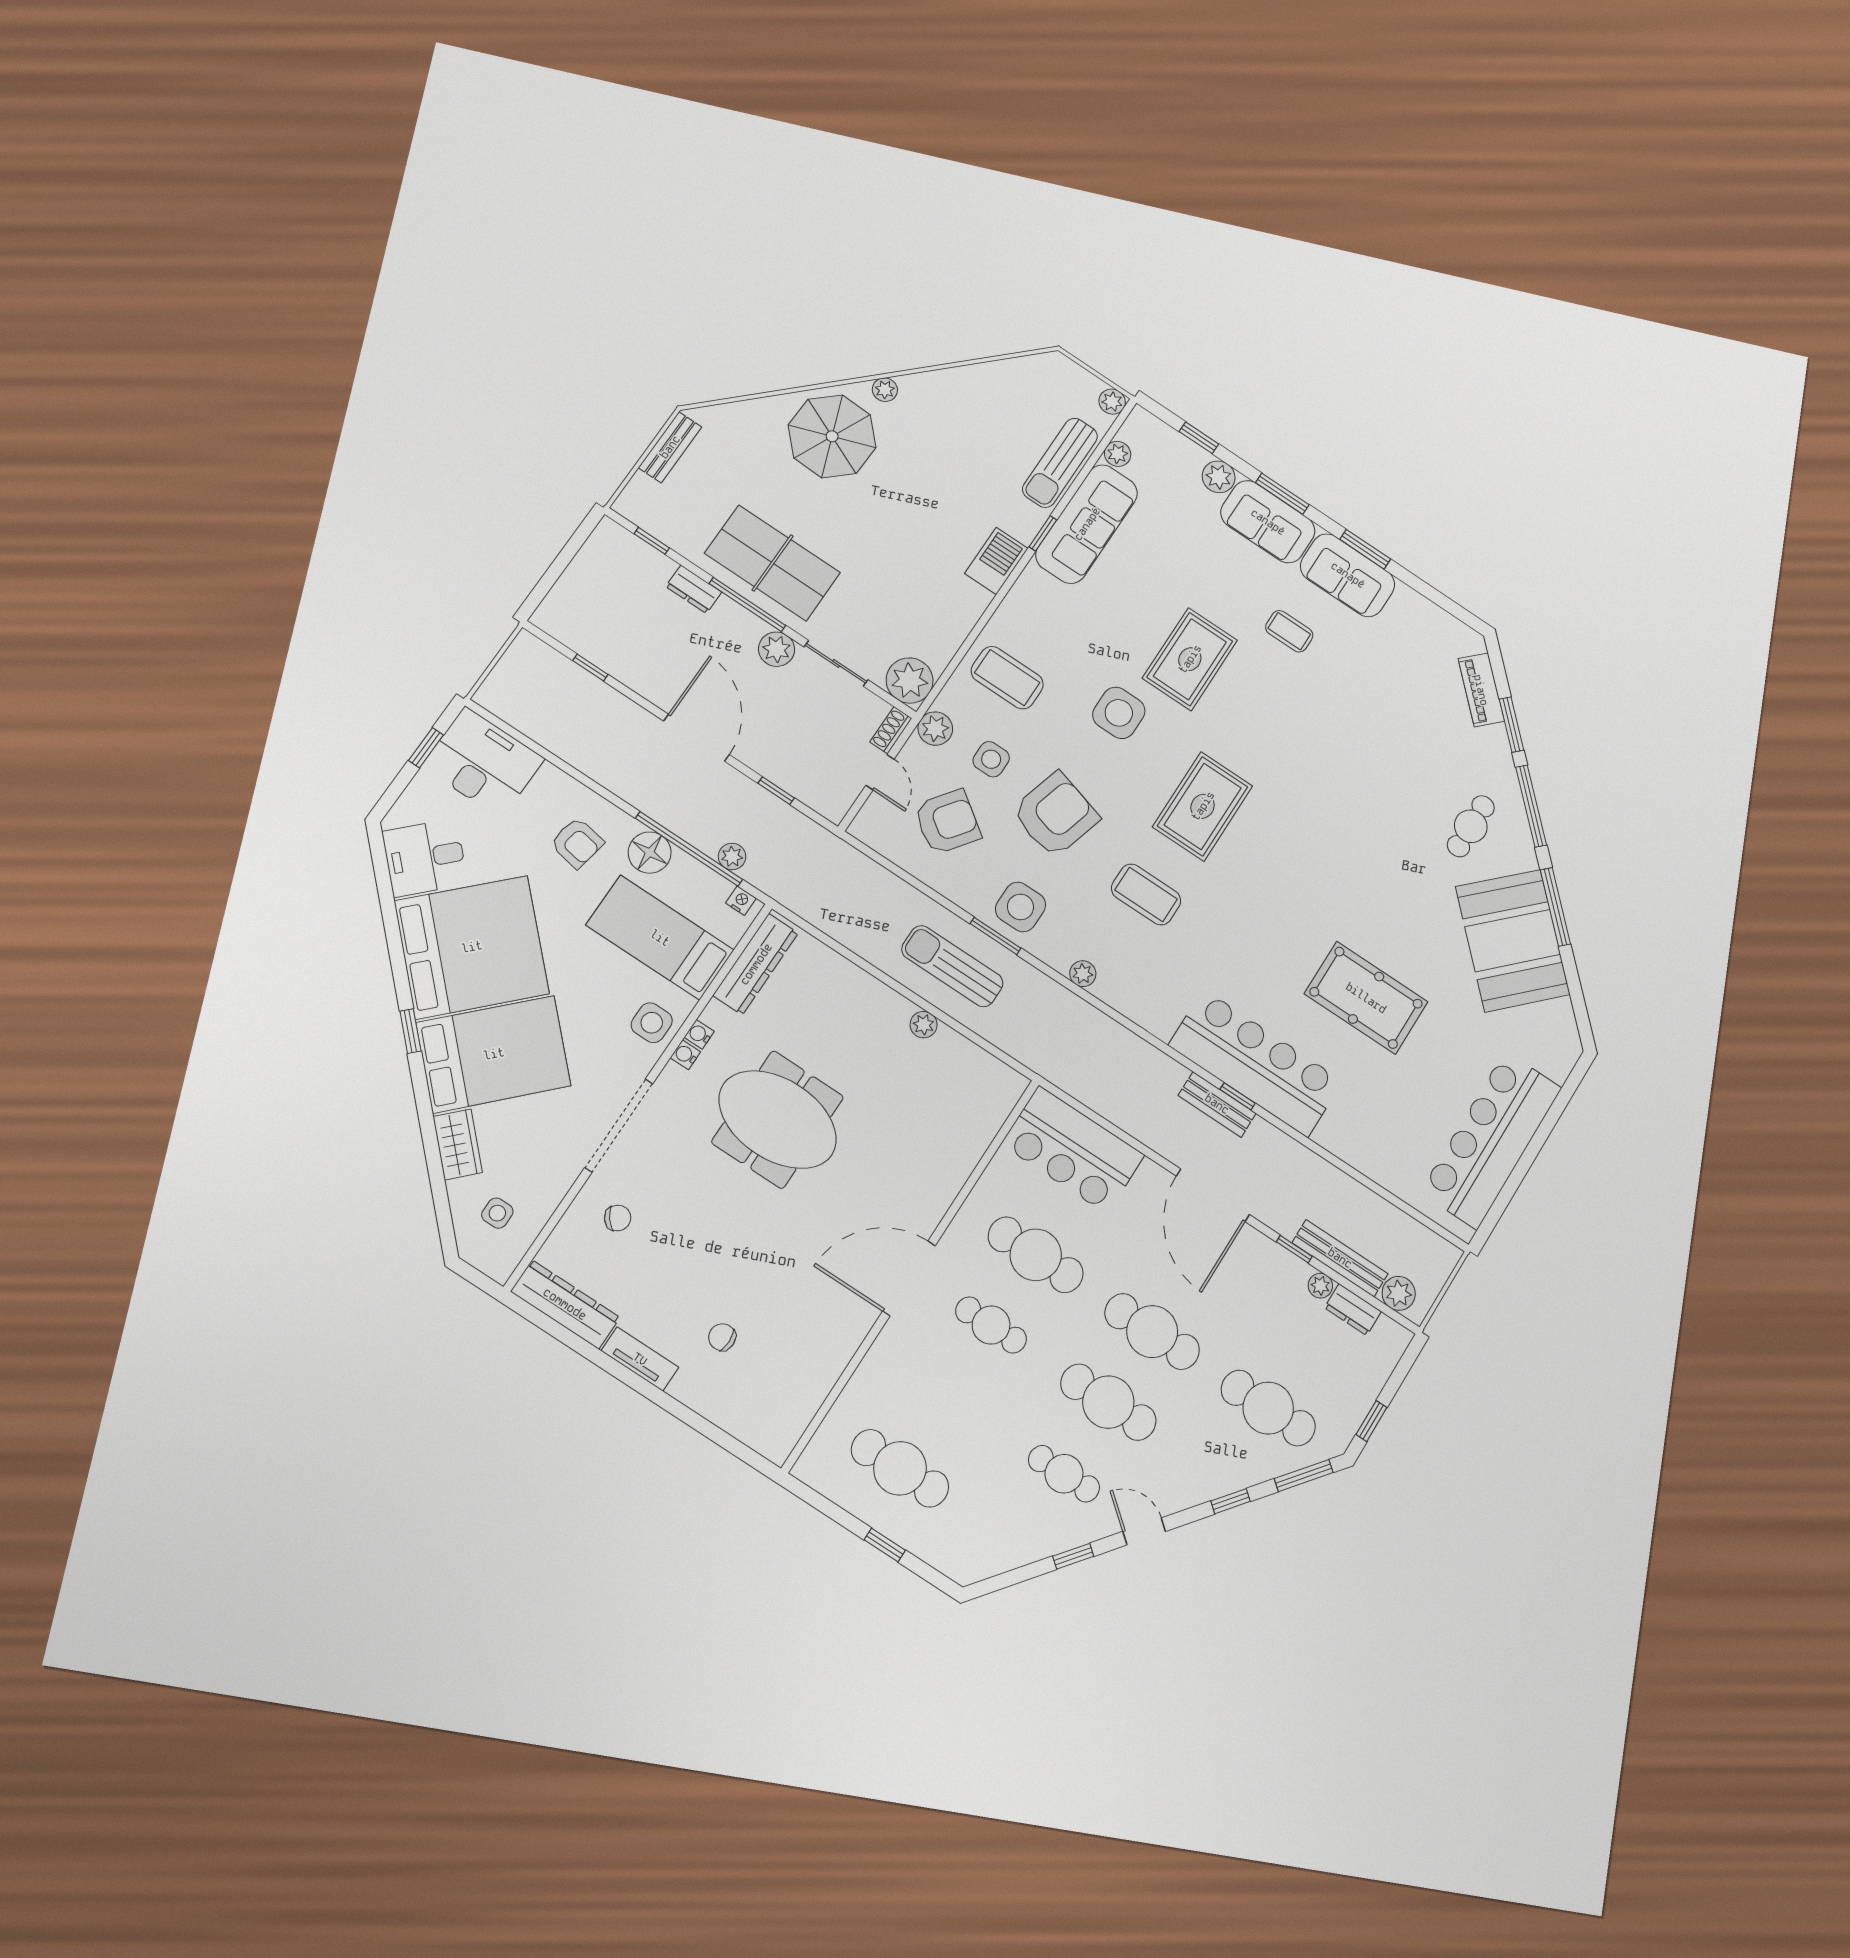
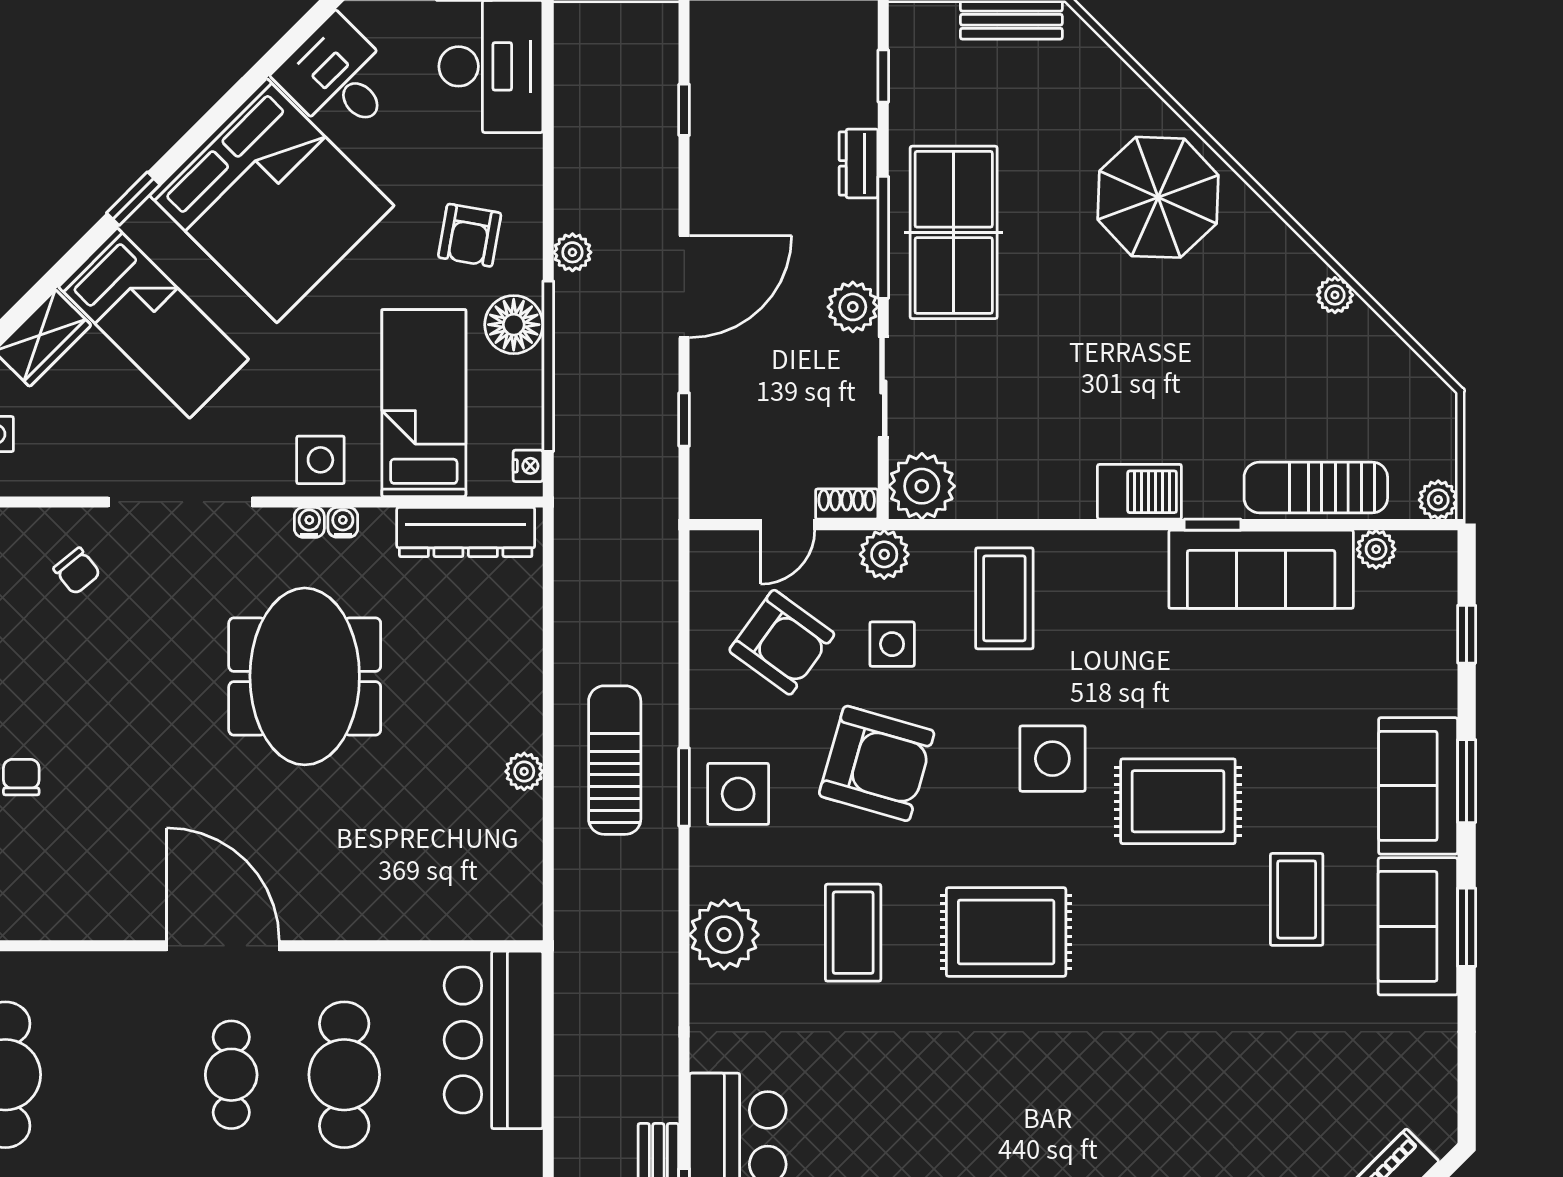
plant: (885, 390) -> (1335, 295), moved
plant: (1219, 477) -> (1433, 690), removed
coffee table: (1289, 631) -> (1297, 899), width x1.36, depth x1.30
plant: (732, 857) -> (572, 252), moved
plant: (1083, 974) -> (724, 935), width x1.87, depth x1.87
bed: (494, 1054) -> (153, 323), width x0.67

